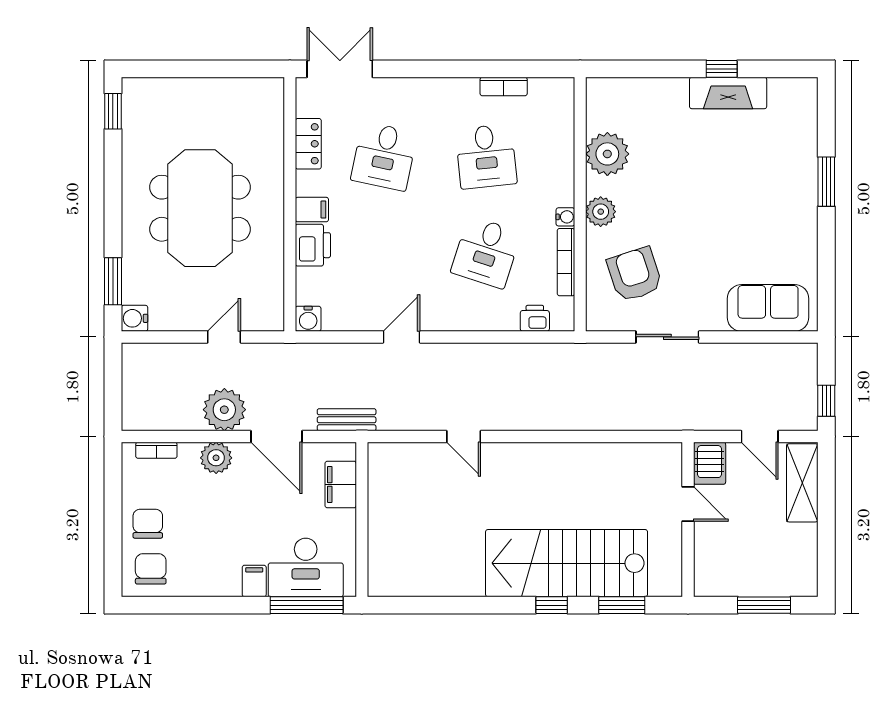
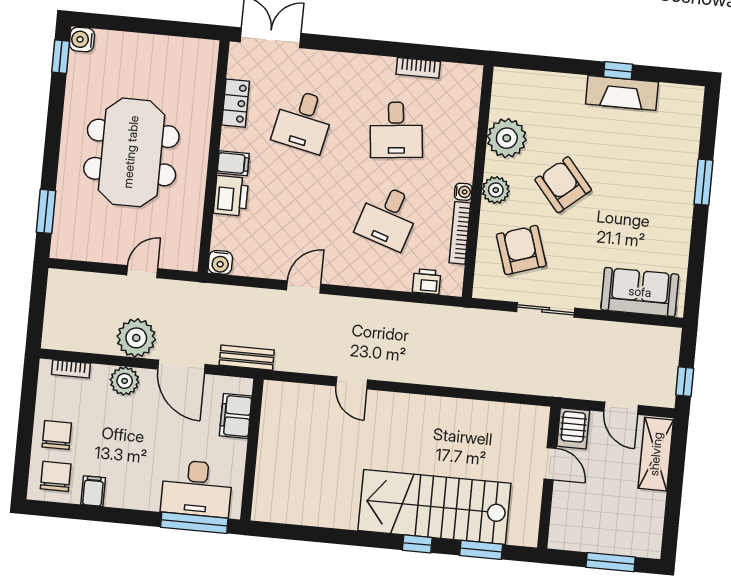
armchair: (673, 199) -> (563, 185), added
water cooler: (134, 318) -> (82, 39), moved
filing cabinet: (254, 581) -> (93, 491), moved

